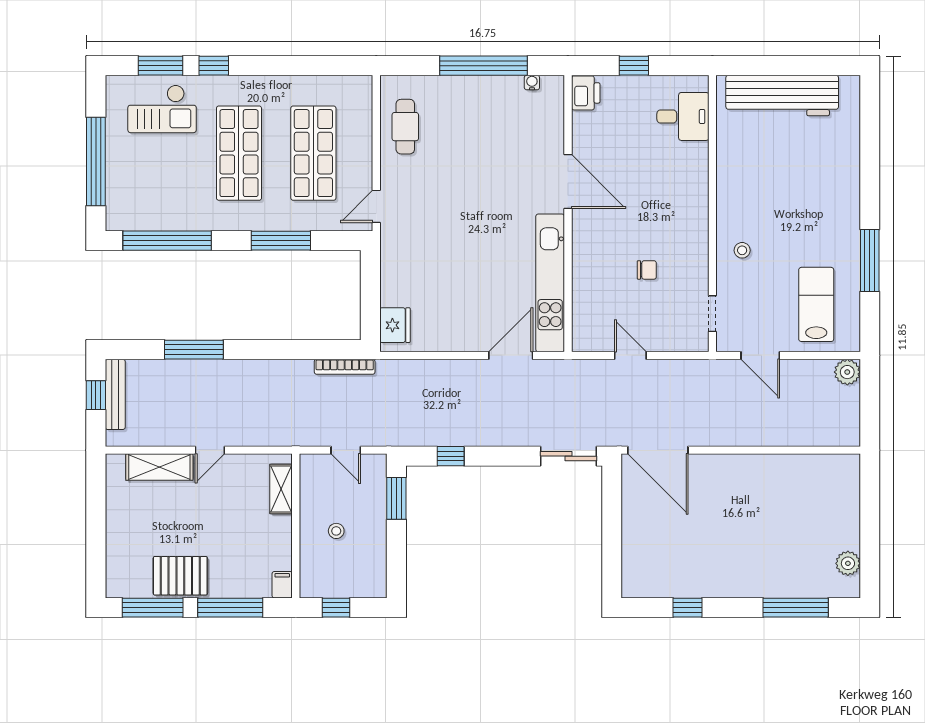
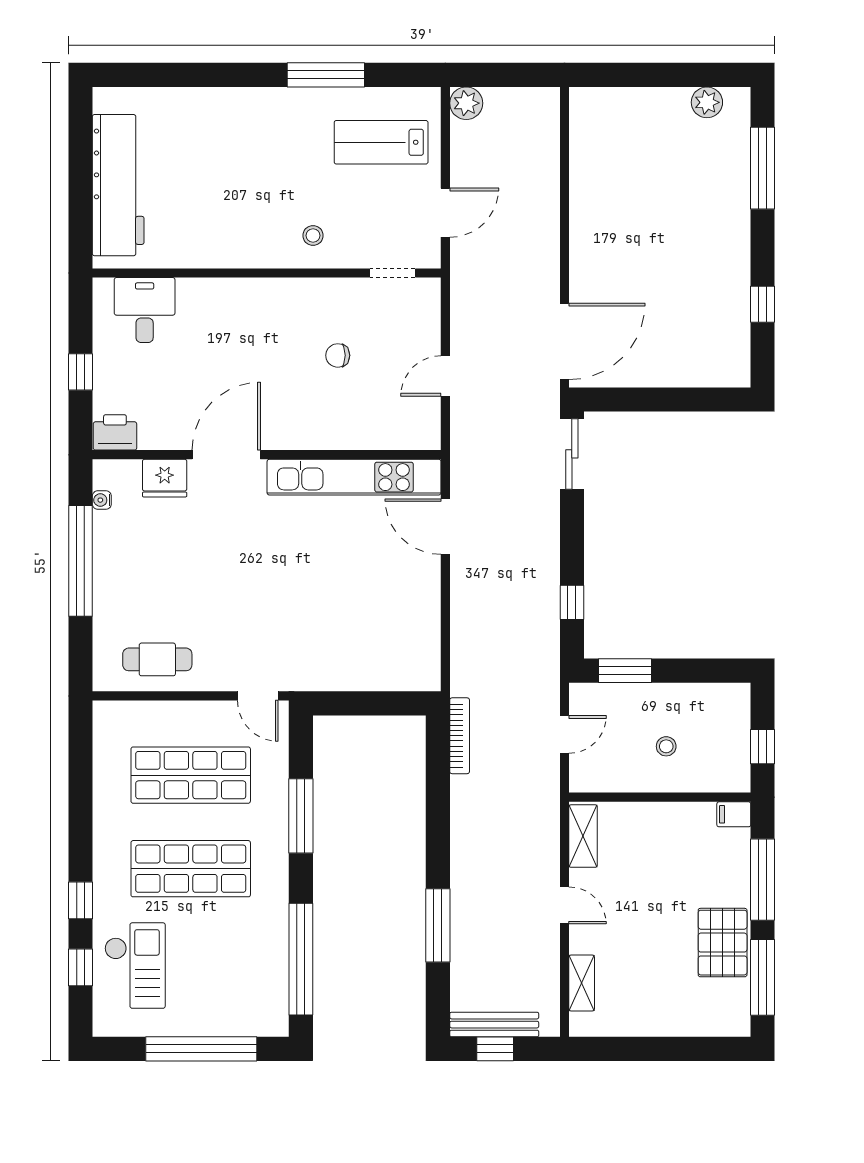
window: (161, 66) -> (80, 967), width x0.67
chair: (647, 270) -> (338, 355), turned -90
fridge: (395, 325) -> (165, 478), moved, turned 180
shelving: (159, 467) -> (582, 983), width x0.67, depth x0.75
shelving: (281, 489) -> (583, 836), moved, turned 90

